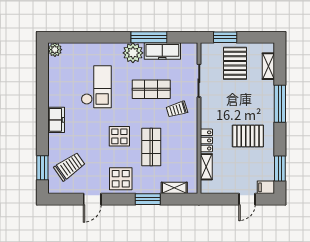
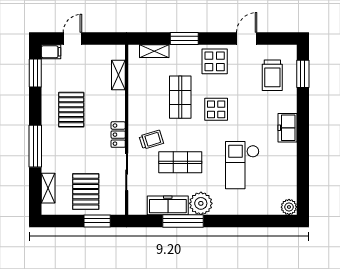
pallet: (248, 136) -> (71, 110), turned 90
locker: (206, 140) -> (118, 135), moved
trolley: (70, 166) -> (272, 75), turned -55

